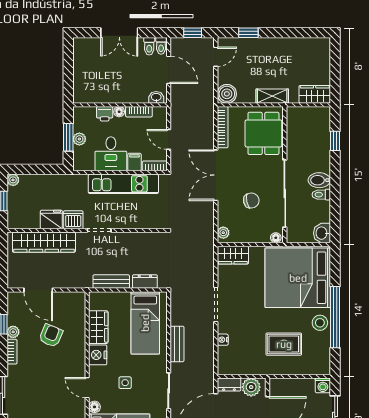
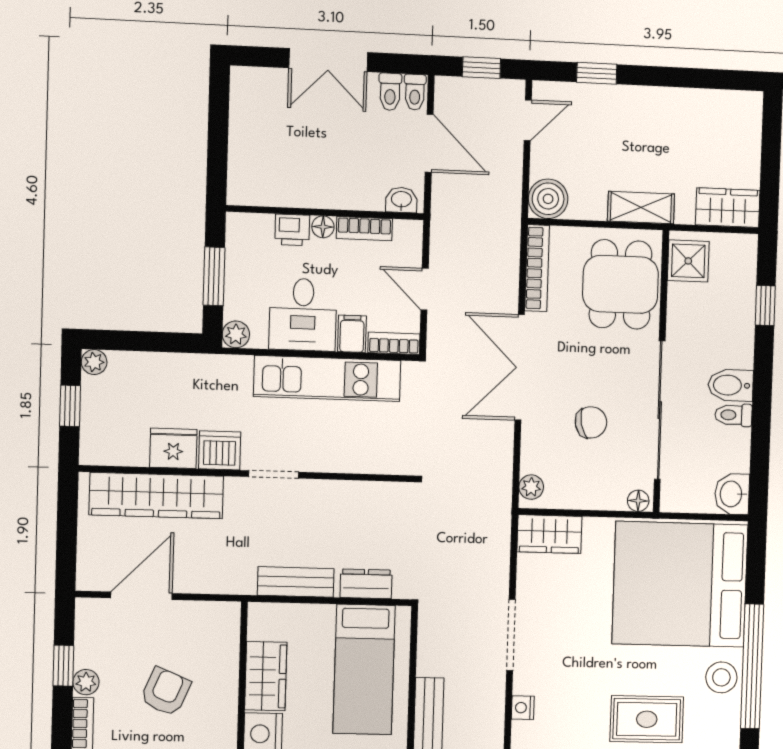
shower: (296, 121) -> (688, 261), added
plant: (79, 139) -> (236, 334), moved
door: (38, 290) -> (142, 596), swing flipped

